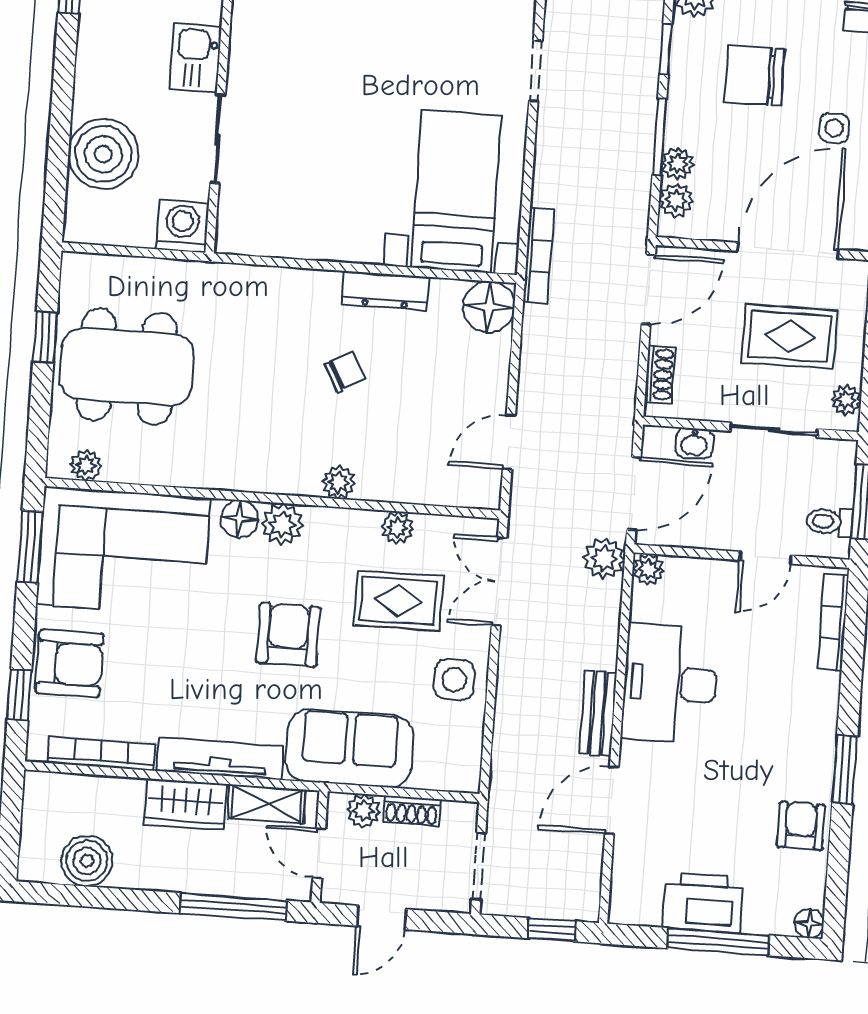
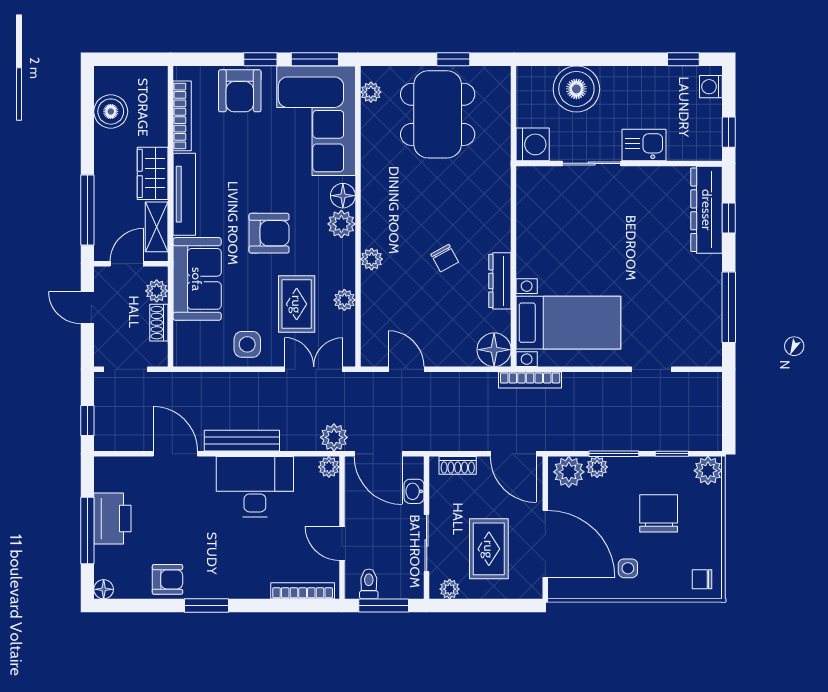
plant: (676, 200) -> (569, 472), width x1.38, depth x1.38
window: (19, 695) -> (260, 59), moved
bench: (598, 713) -> (242, 441), width x1.36

